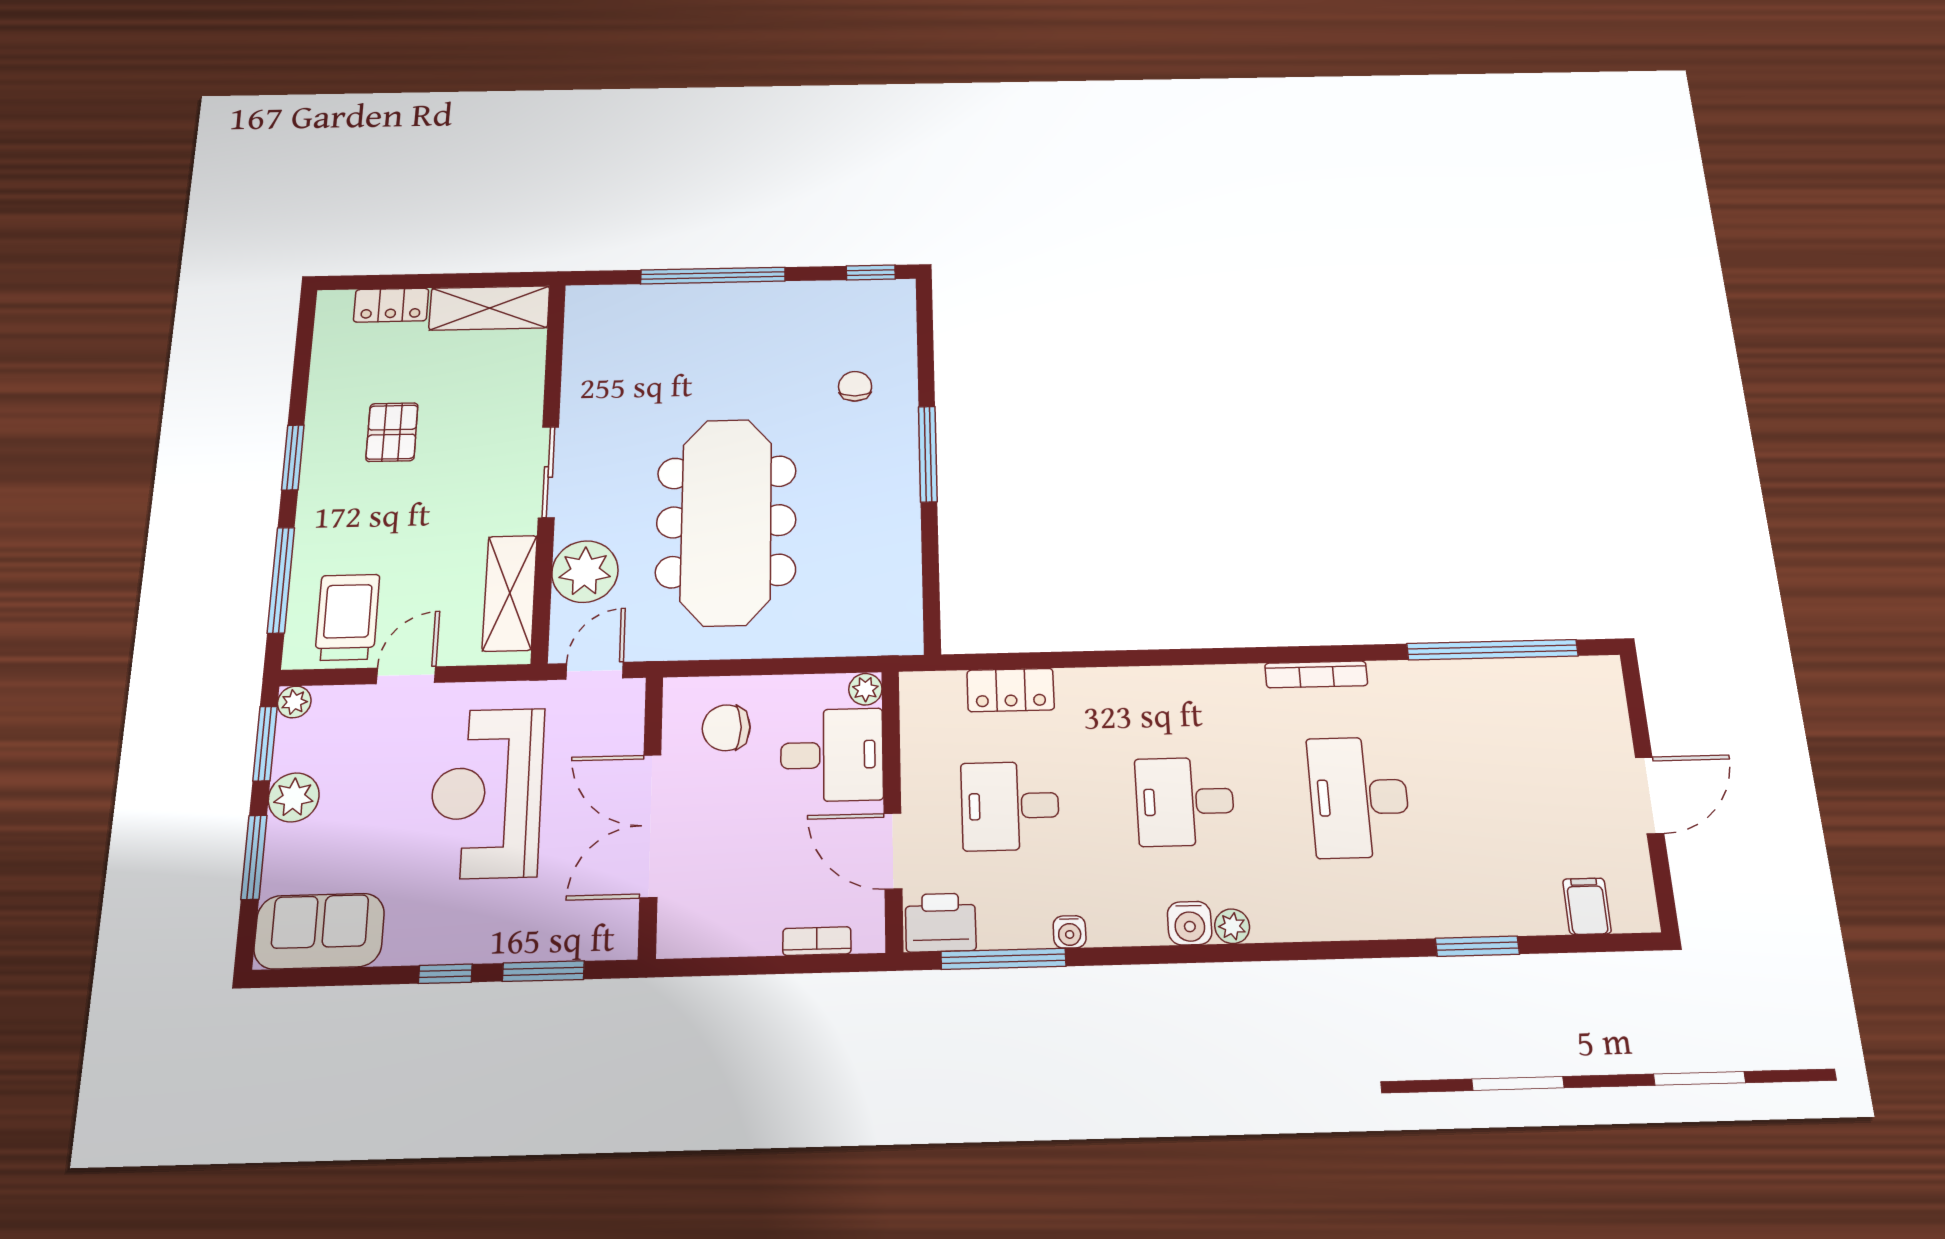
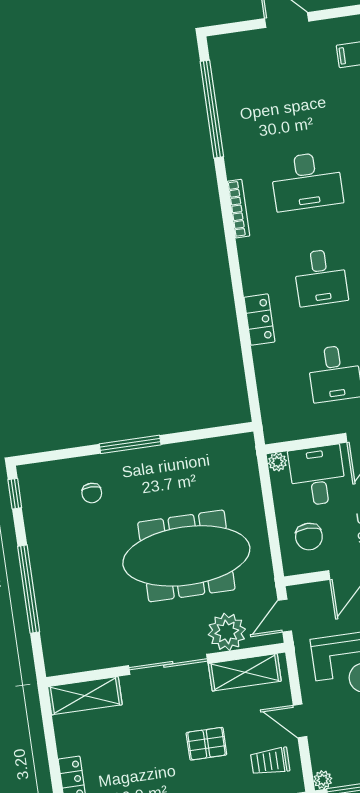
shelving: (489, 308) -> (85, 696), moved, turned 90
chair: (855, 386) -> (92, 493), turned -90
pallet: (392, 432) -> (206, 744), moved
sliding door: (548, 472) -> (168, 664), width x1.37
trolley: (347, 617) -> (270, 761), width x0.73, depth x0.72
door: (595, 671) -> (285, 616), hinge flipped
locker: (1011, 690) -> (259, 320), moved

